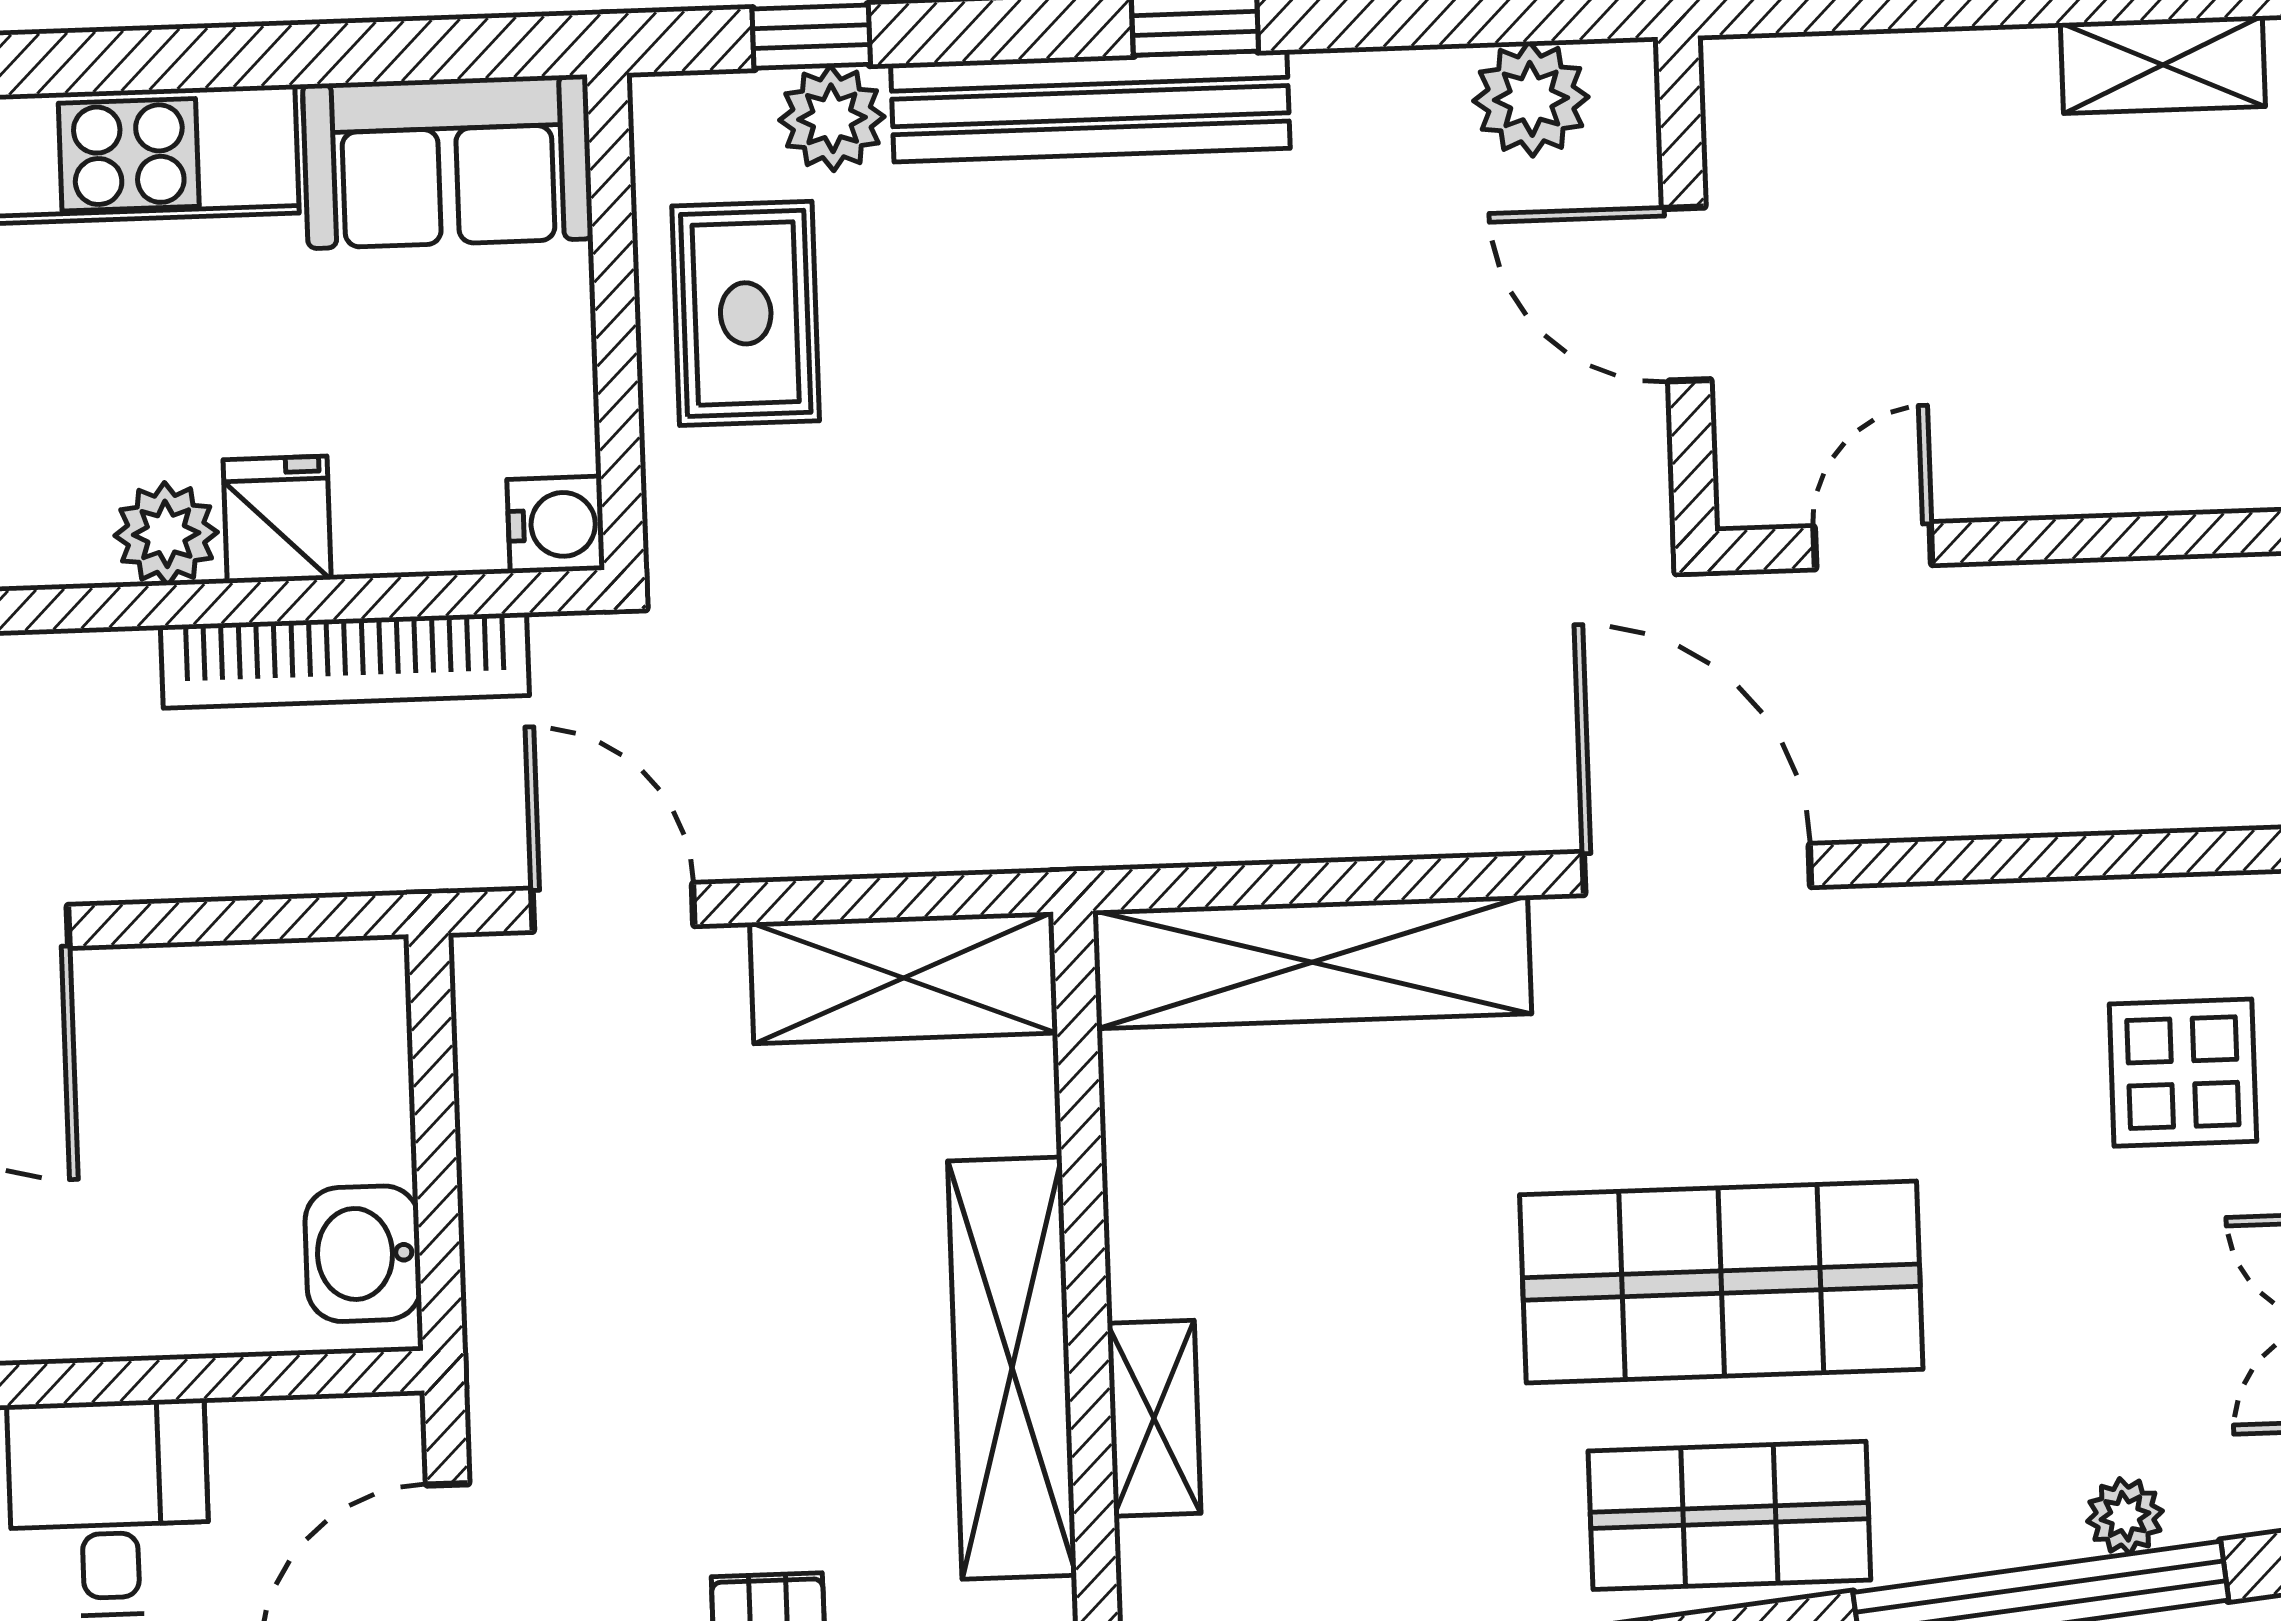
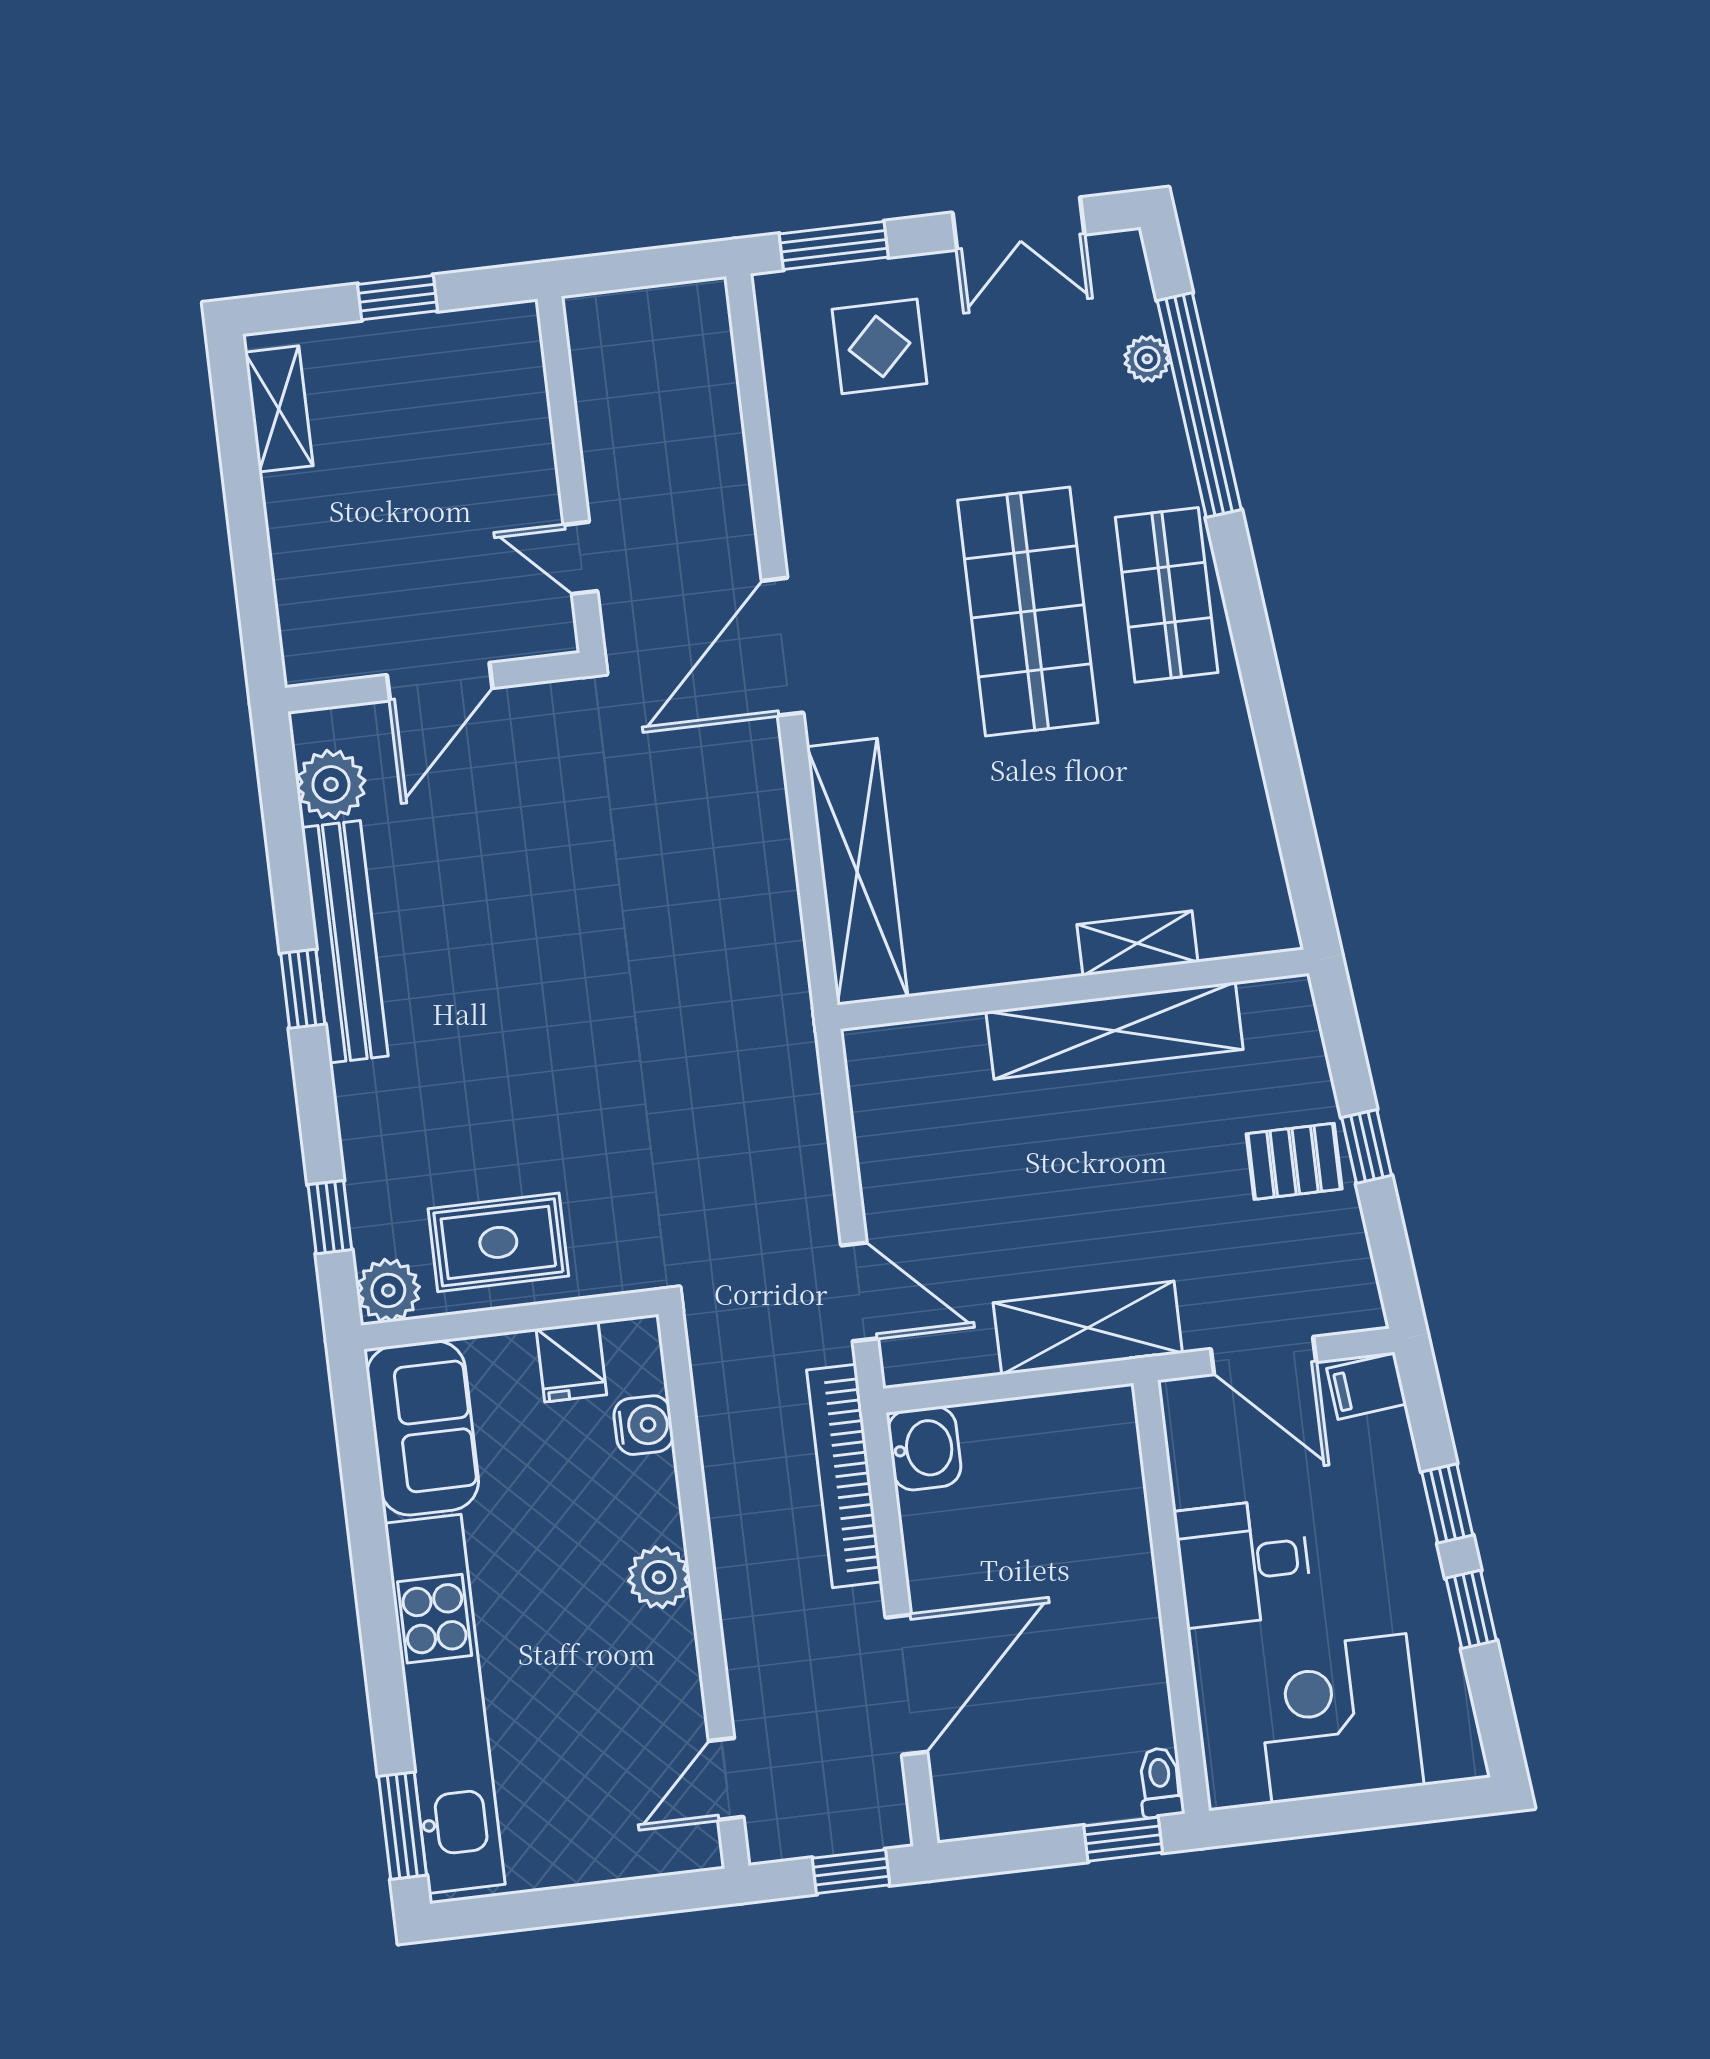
bench: (1090, 106) -> (345, 942), moved
plant: (832, 118) -> (388, 1290), moved
fridge: (277, 520) -> (571, 1362), moved, turned -90
water cooler: (556, 525) -> (644, 1425), moved, turned 90
bookcase: (345, 660) -> (844, 1476), moved, turned 180
door: (613, 907) -> (860, 1292), swing flipped
shelving: (904, 978) -> (1088, 1328), moved, turned 90
washbasin: (363, 1254) -> (924, 1448), moved, turned -90

